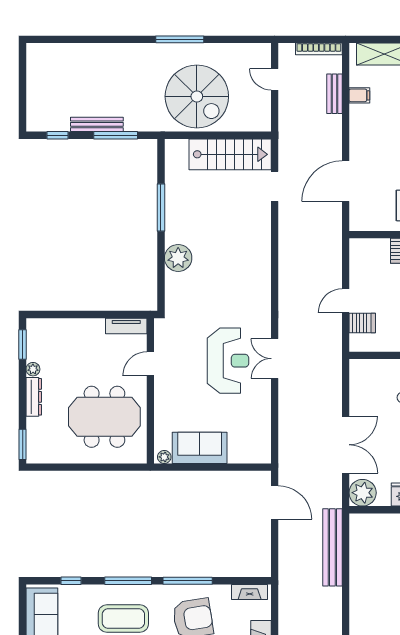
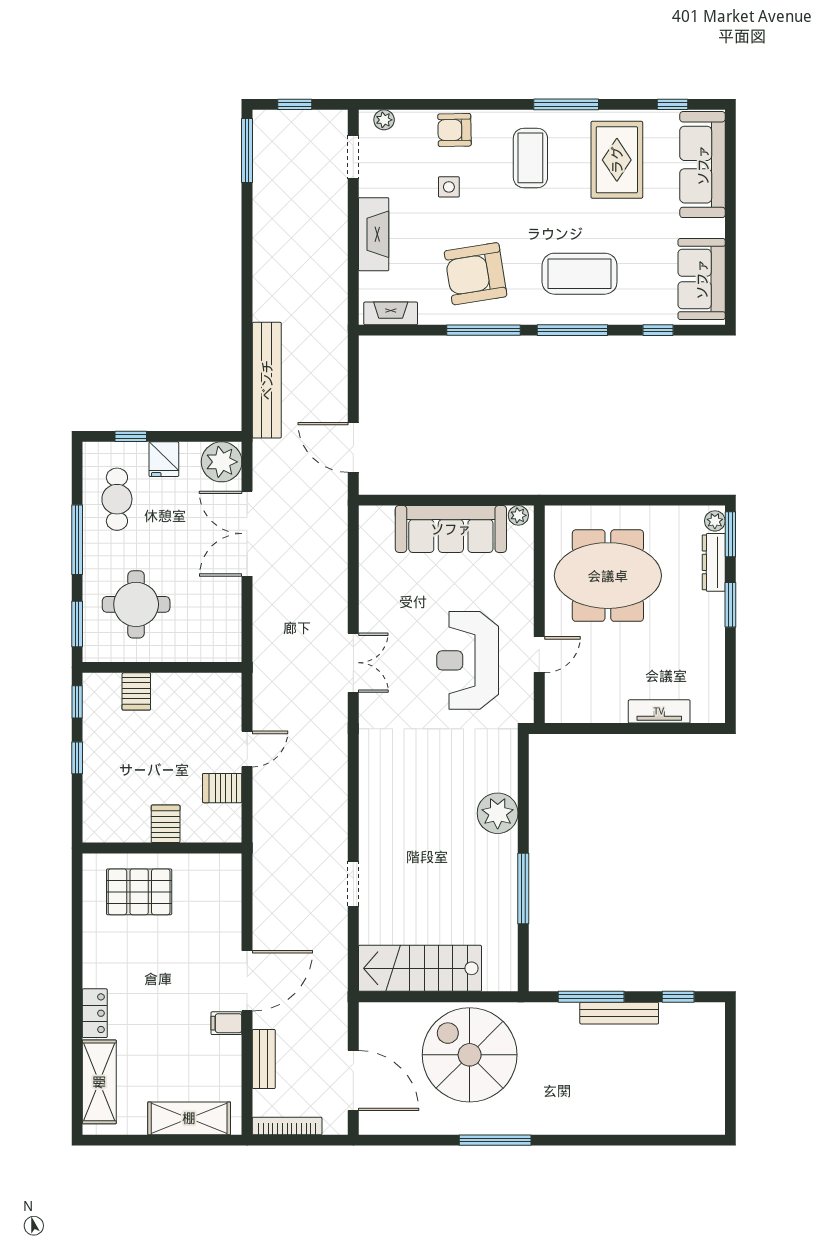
door: (275, 79) -> (353, 1080), width x1.88
filing cabinet: (359, 95) -> (226, 1023), moved
door: (346, 181) -> (247, 981), moved
doorway: (275, 186) -> (353, 884), moved
server rack: (362, 323) -> (222, 788), moved
tv unit: (126, 326) -> (659, 711), moved
window: (23, 344) -> (730, 605), moved
reception desk: (228, 361) -> (468, 660), moved
plant: (33, 369) -> (715, 521), moved
dresser: (34, 397) -> (714, 562), moved
sofa: (200, 448) -> (451, 529), width x1.36

